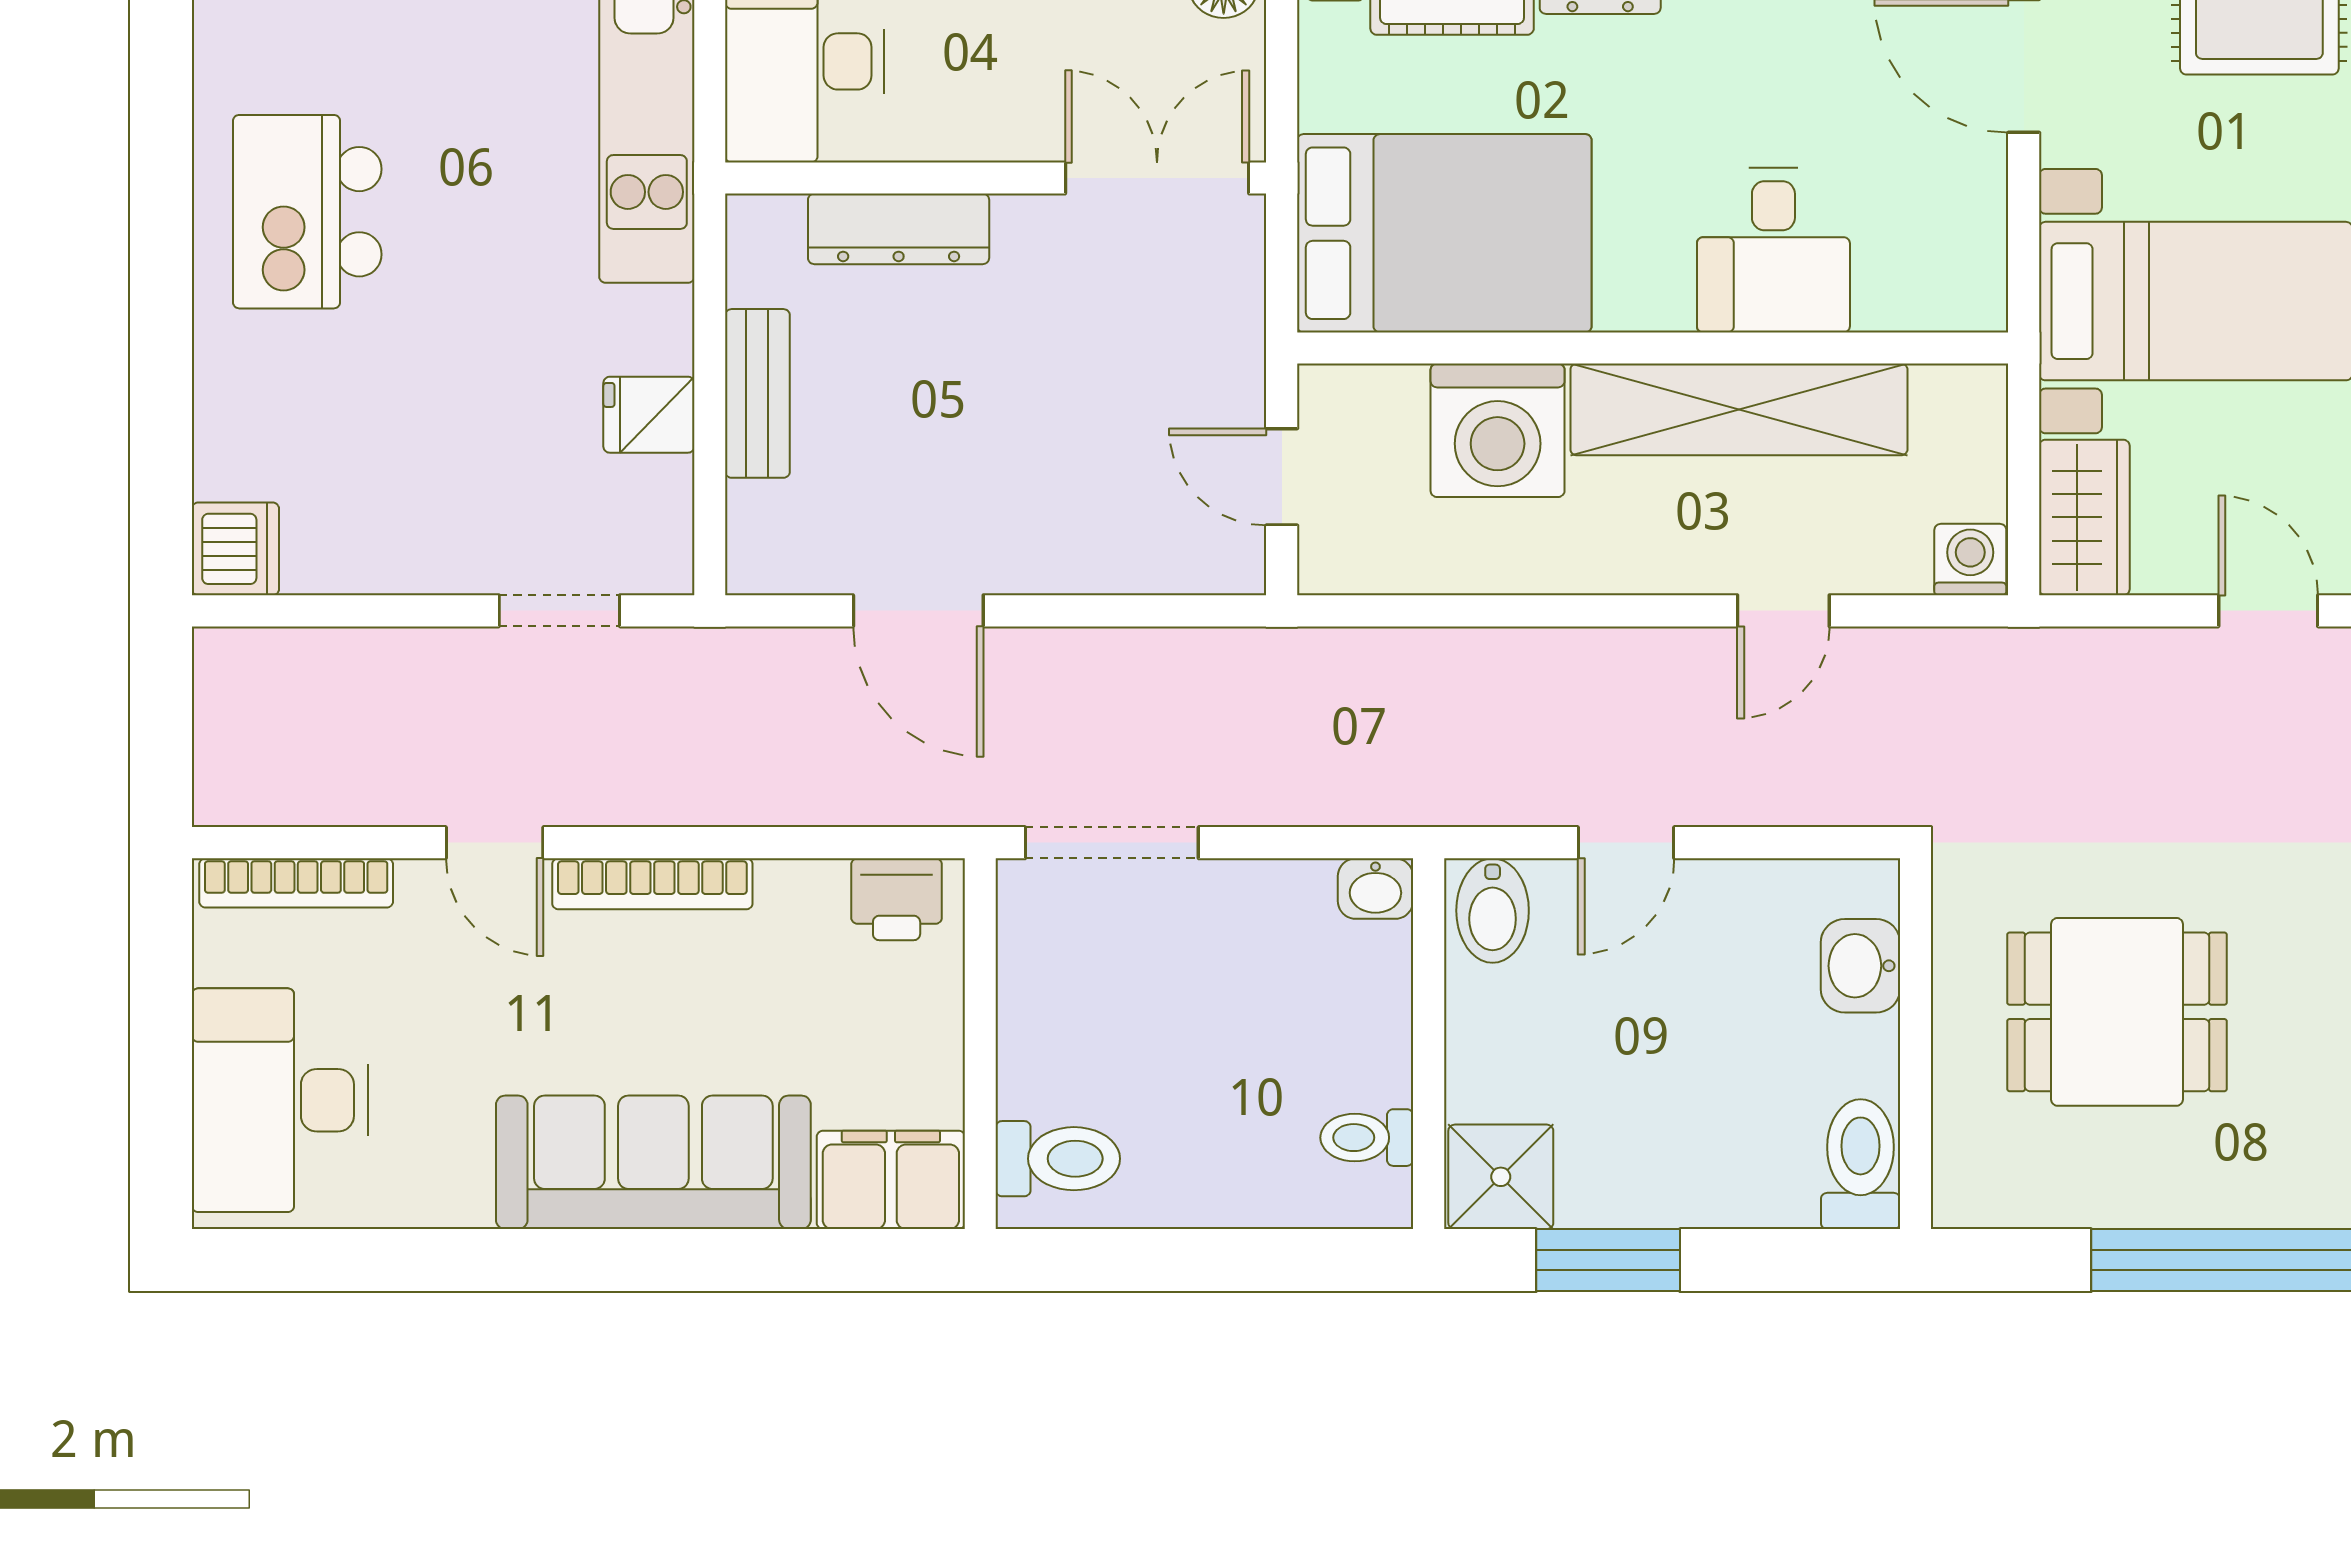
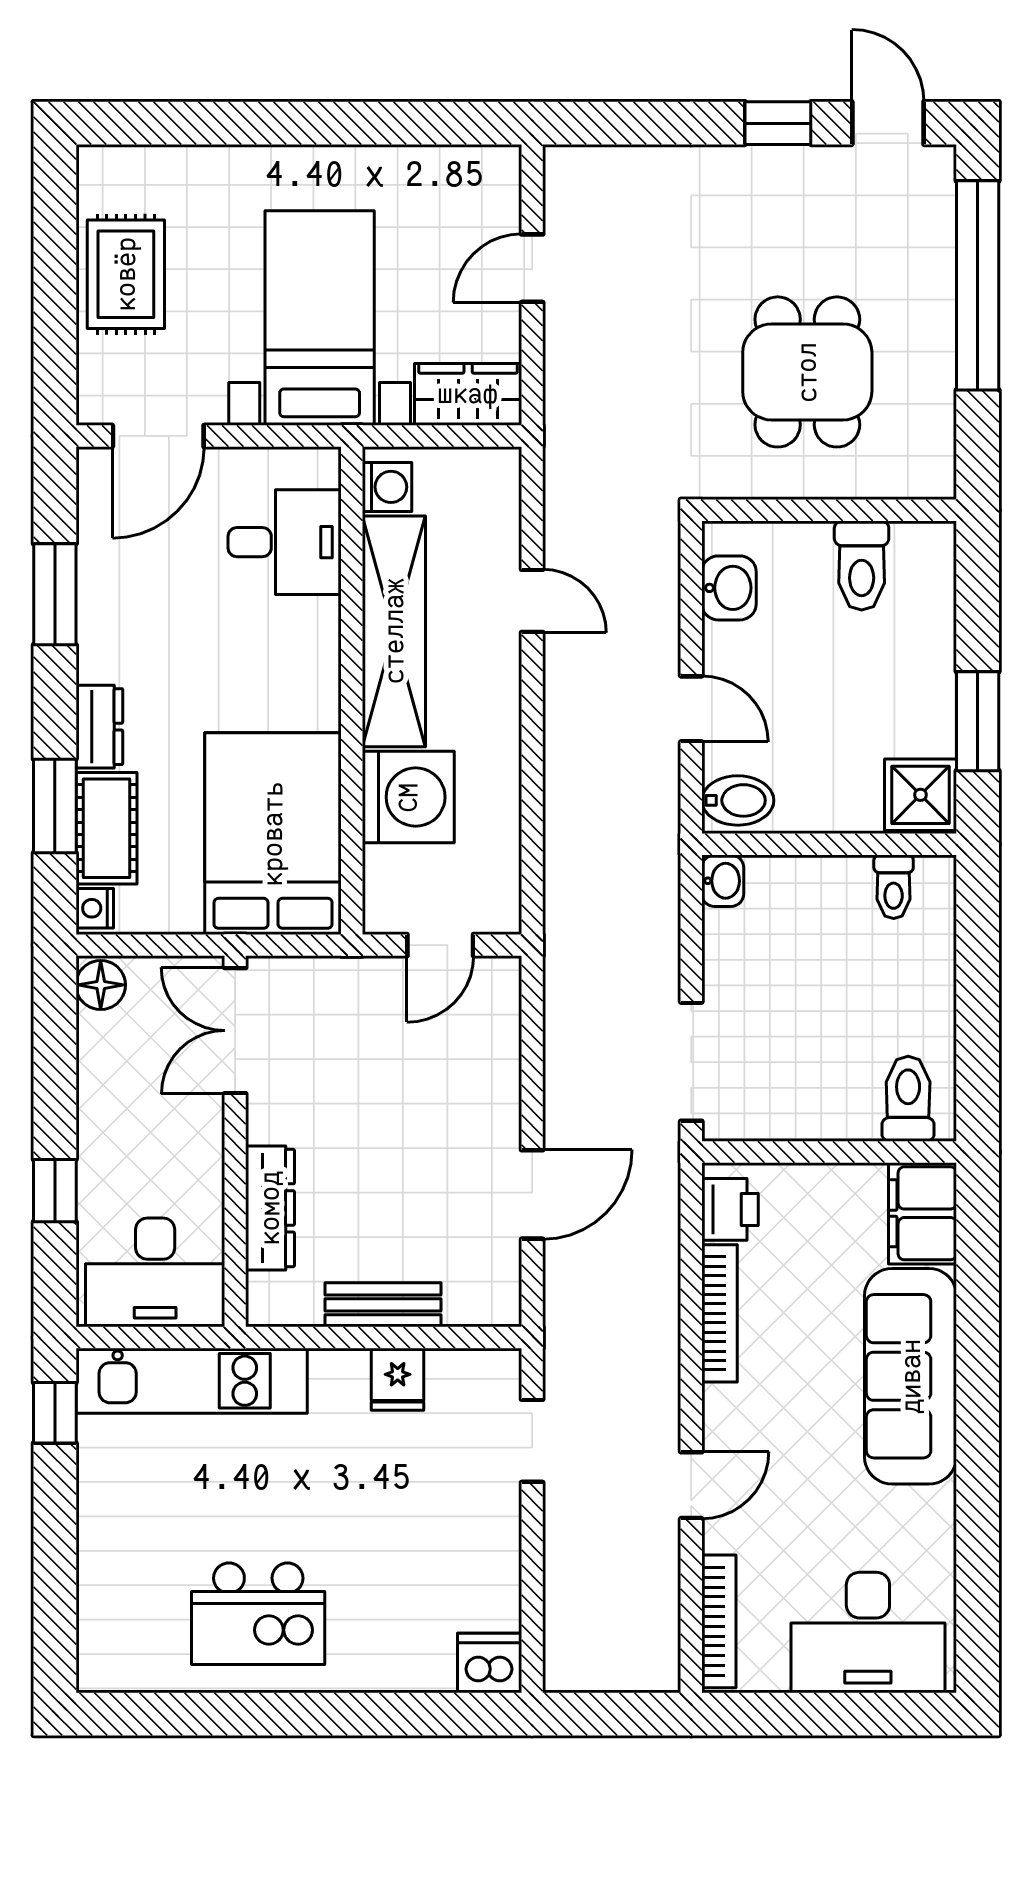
desk: (1773, 250) -> (285, 542), moved
washing machine: (1970, 560) -> (387, 487), moved, turned 180
bookcase: (652, 884) -> (719, 1313), moved
washbasin: (1860, 966) -> (729, 588), moved, turned -90
toilet: (1861, 1164) -> (862, 565), moved, turned -90

